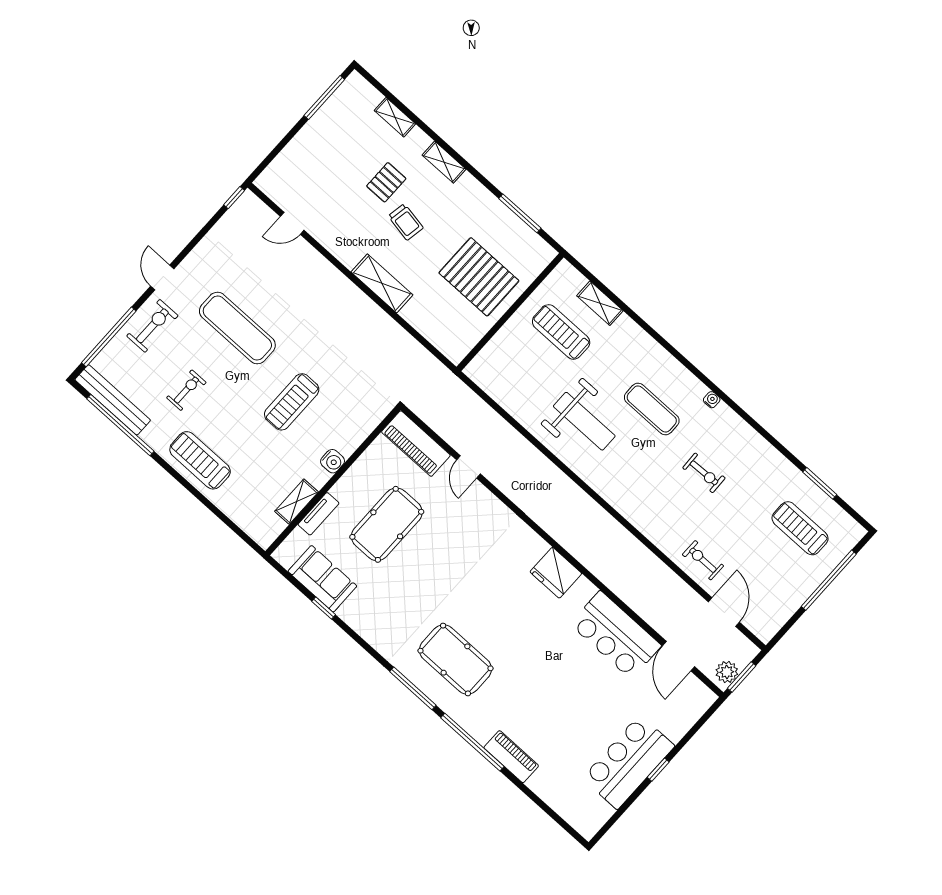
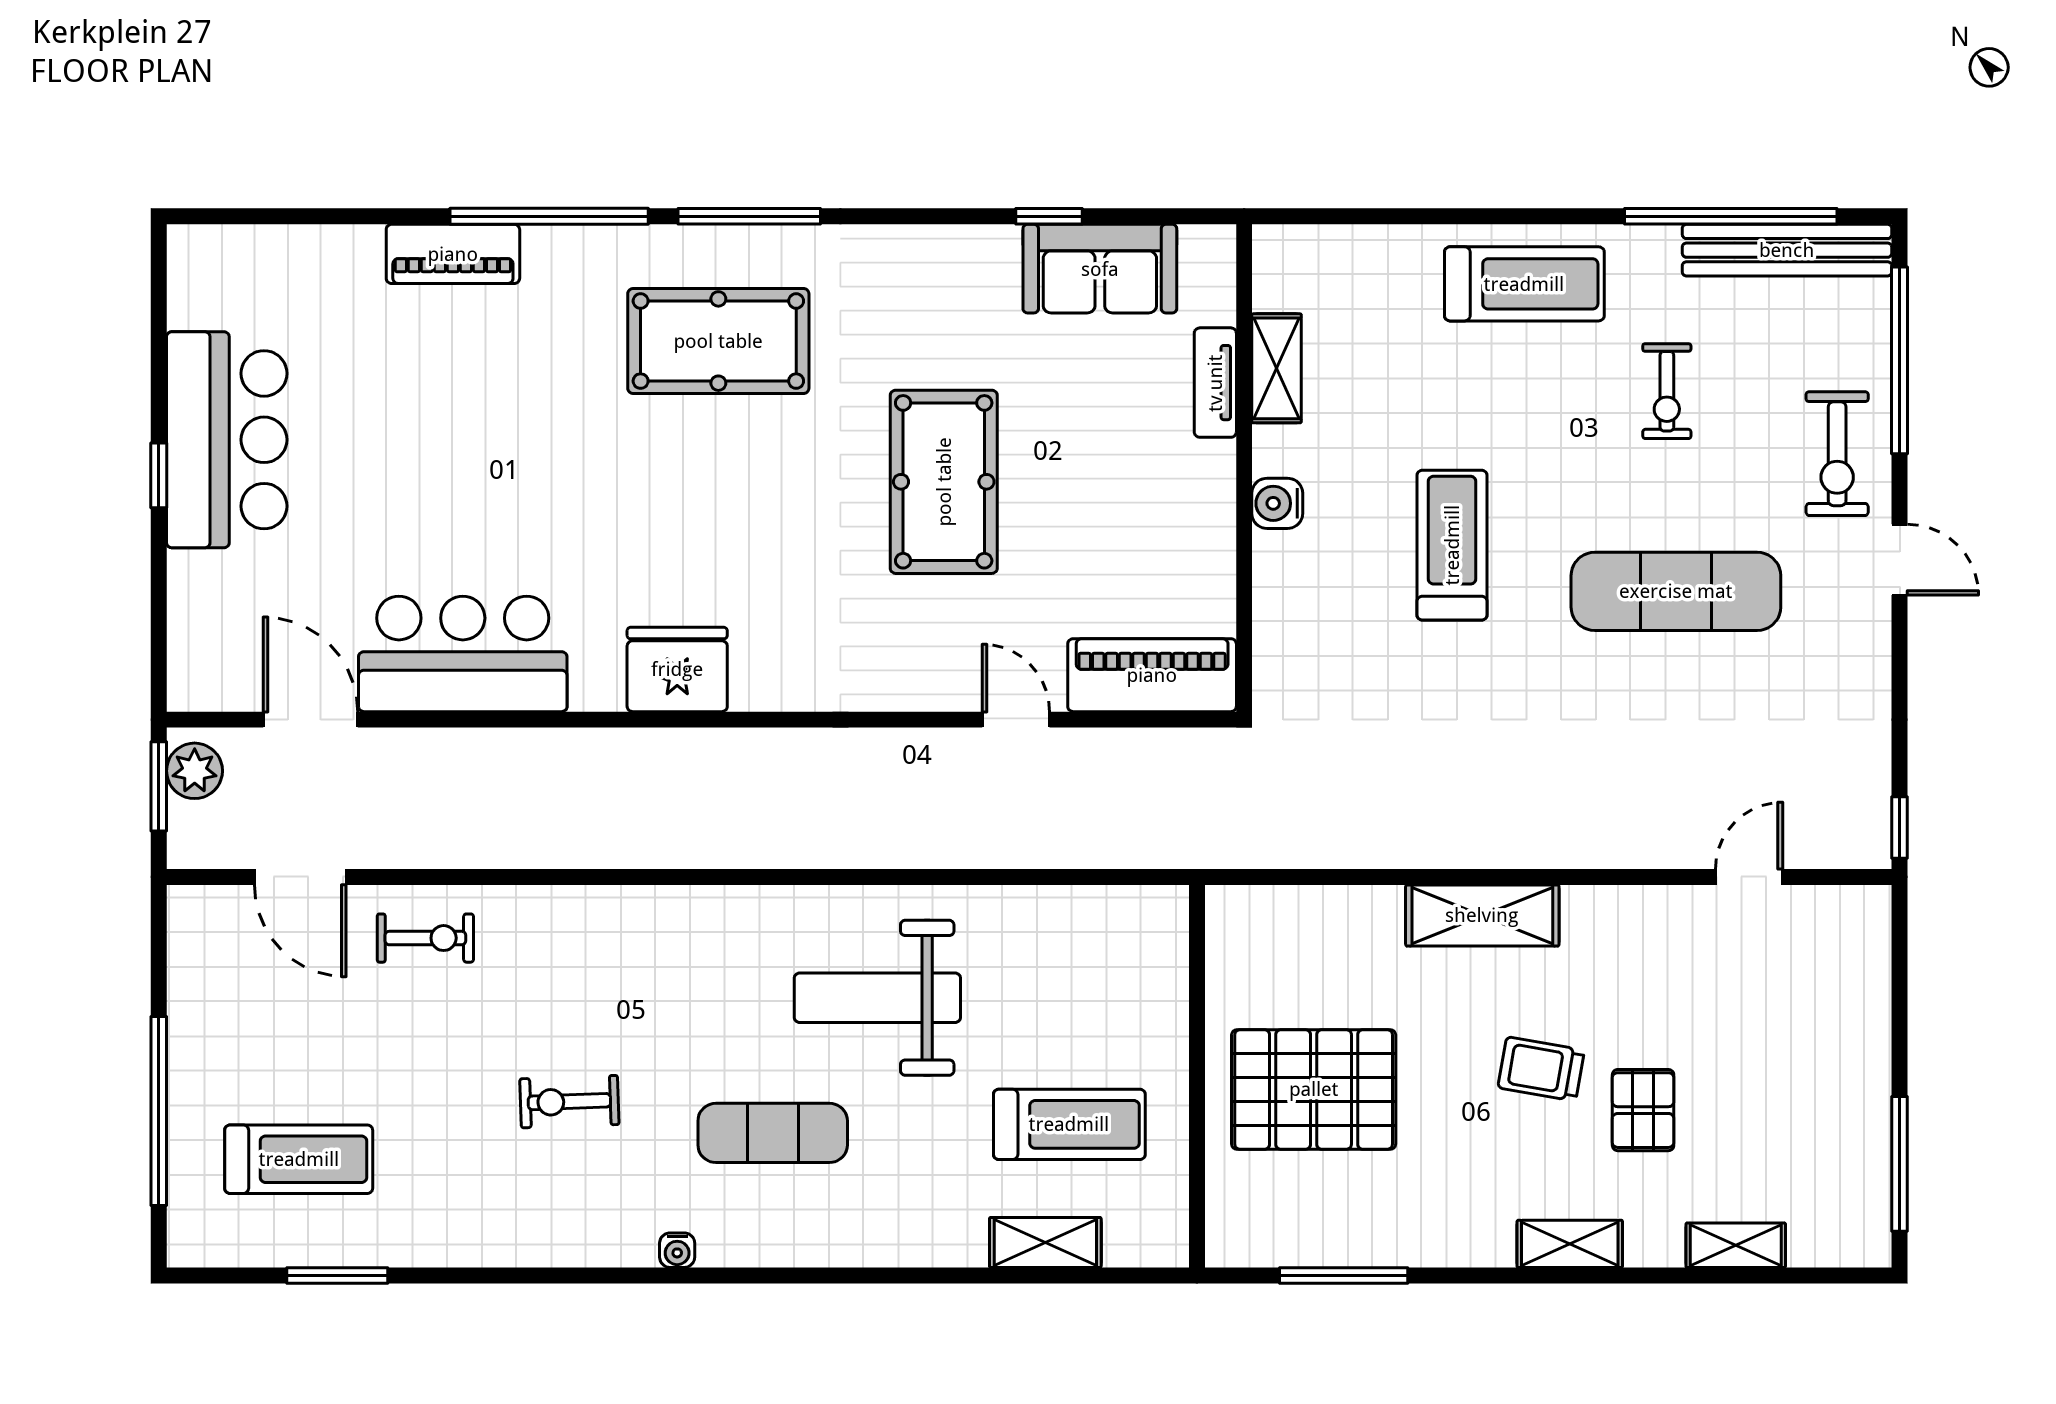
pool table: (387, 524) -> (944, 482), moved

